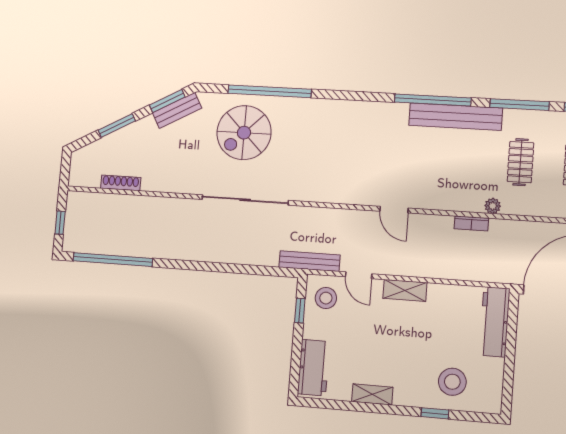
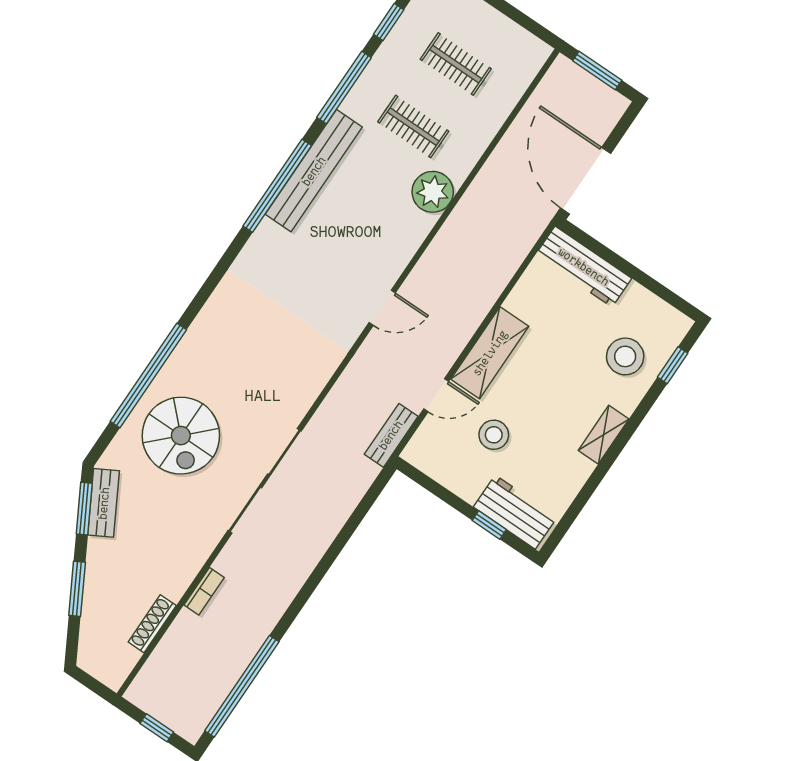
plant: (493, 206) -> (433, 192), width x1.87, depth x1.87
bookcase: (471, 223) -> (204, 591), moved
bench: (309, 261) -> (391, 435), width x0.73
shelving: (405, 290) -> (490, 353), width x1.50, depth x1.33
stool: (326, 298) -> (494, 435), moved
window: (300, 311) -> (489, 525), moved
shelving: (372, 394) -> (604, 435), moved
window: (435, 413) -> (673, 365), moved

